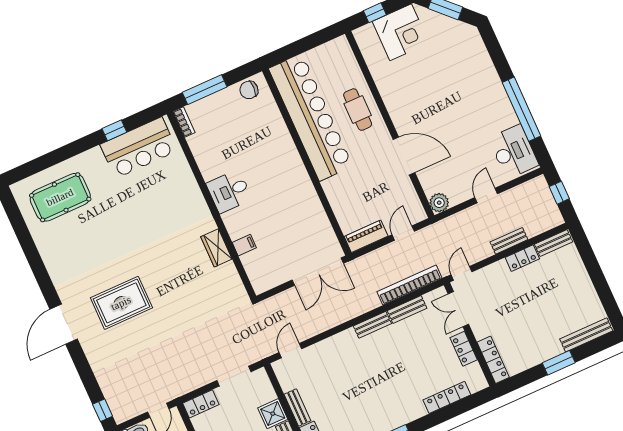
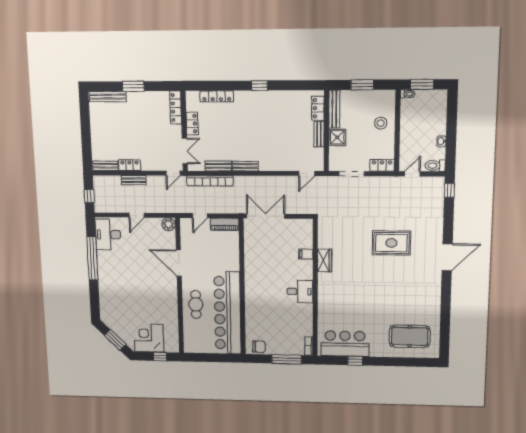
rug: (121, 303) -> (391, 243), moved

